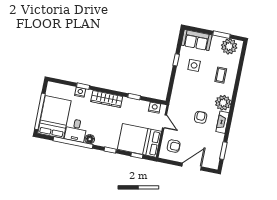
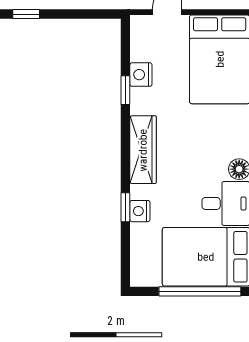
nightstand: (155, 108) -> (141, 75), moved

